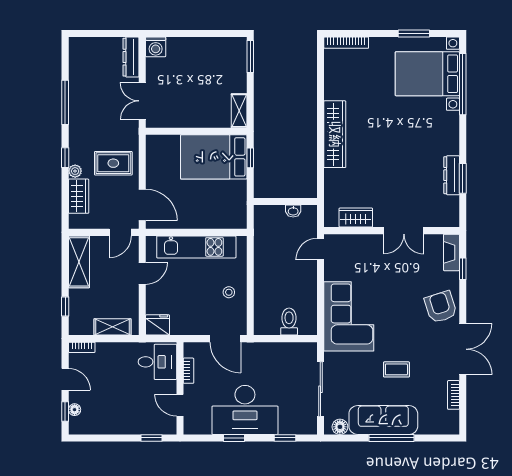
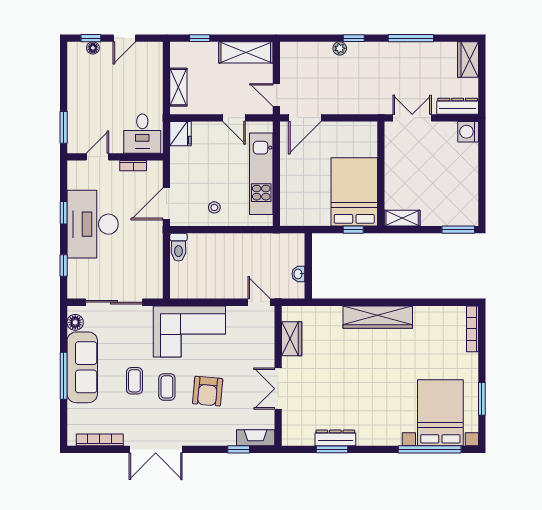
rug: (113, 163) -> (348, 88), removed
wardrobe: (79, 196) -> (468, 60), moved, turned 90
armchair: (441, 307) -> (208, 391), moved, turned 113
toilet: (289, 322) -> (178, 247), moved, turned 90
coffee table: (402, 338) -> (167, 387), added
bookcase: (82, 347) -> (157, 55), removed
bookcase: (454, 395) -> (100, 440), width x1.56
window: (151, 438) -> (64, 127), width x1.50

